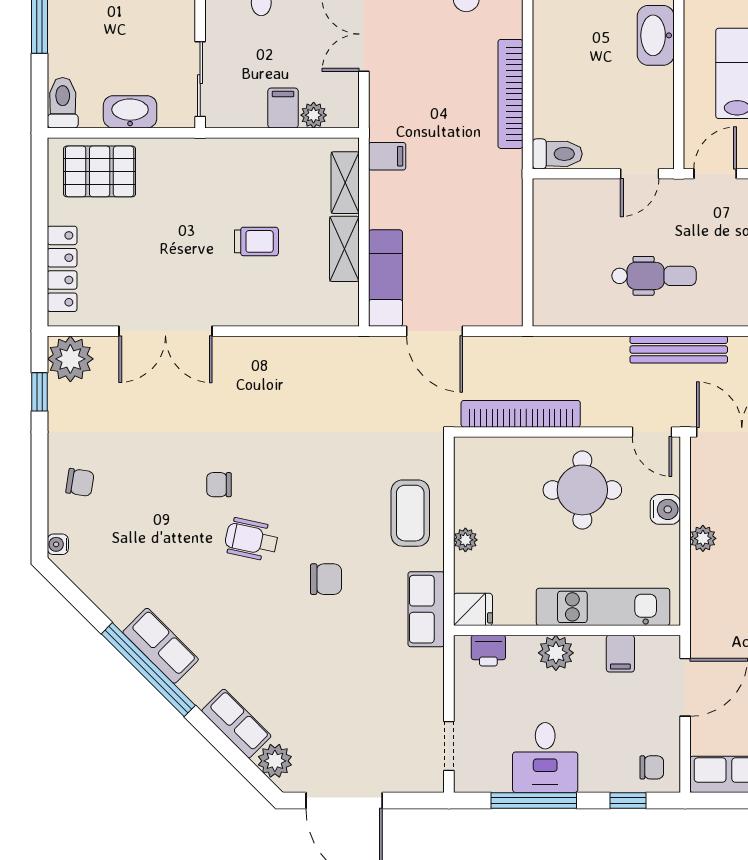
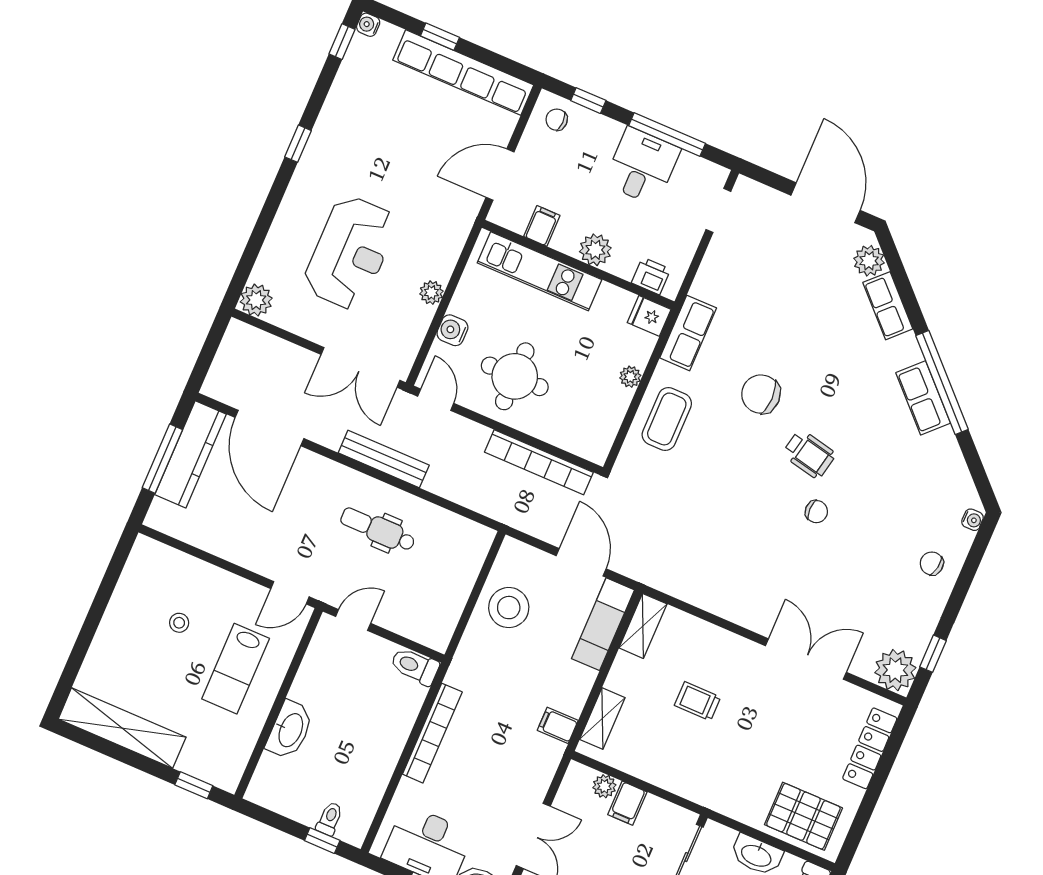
shelving: (344, 249) -> (643, 626), moved
stool: (488, 254) -> (509, 608), added
chair: (326, 579) -> (761, 394), width x1.37, depth x1.37

